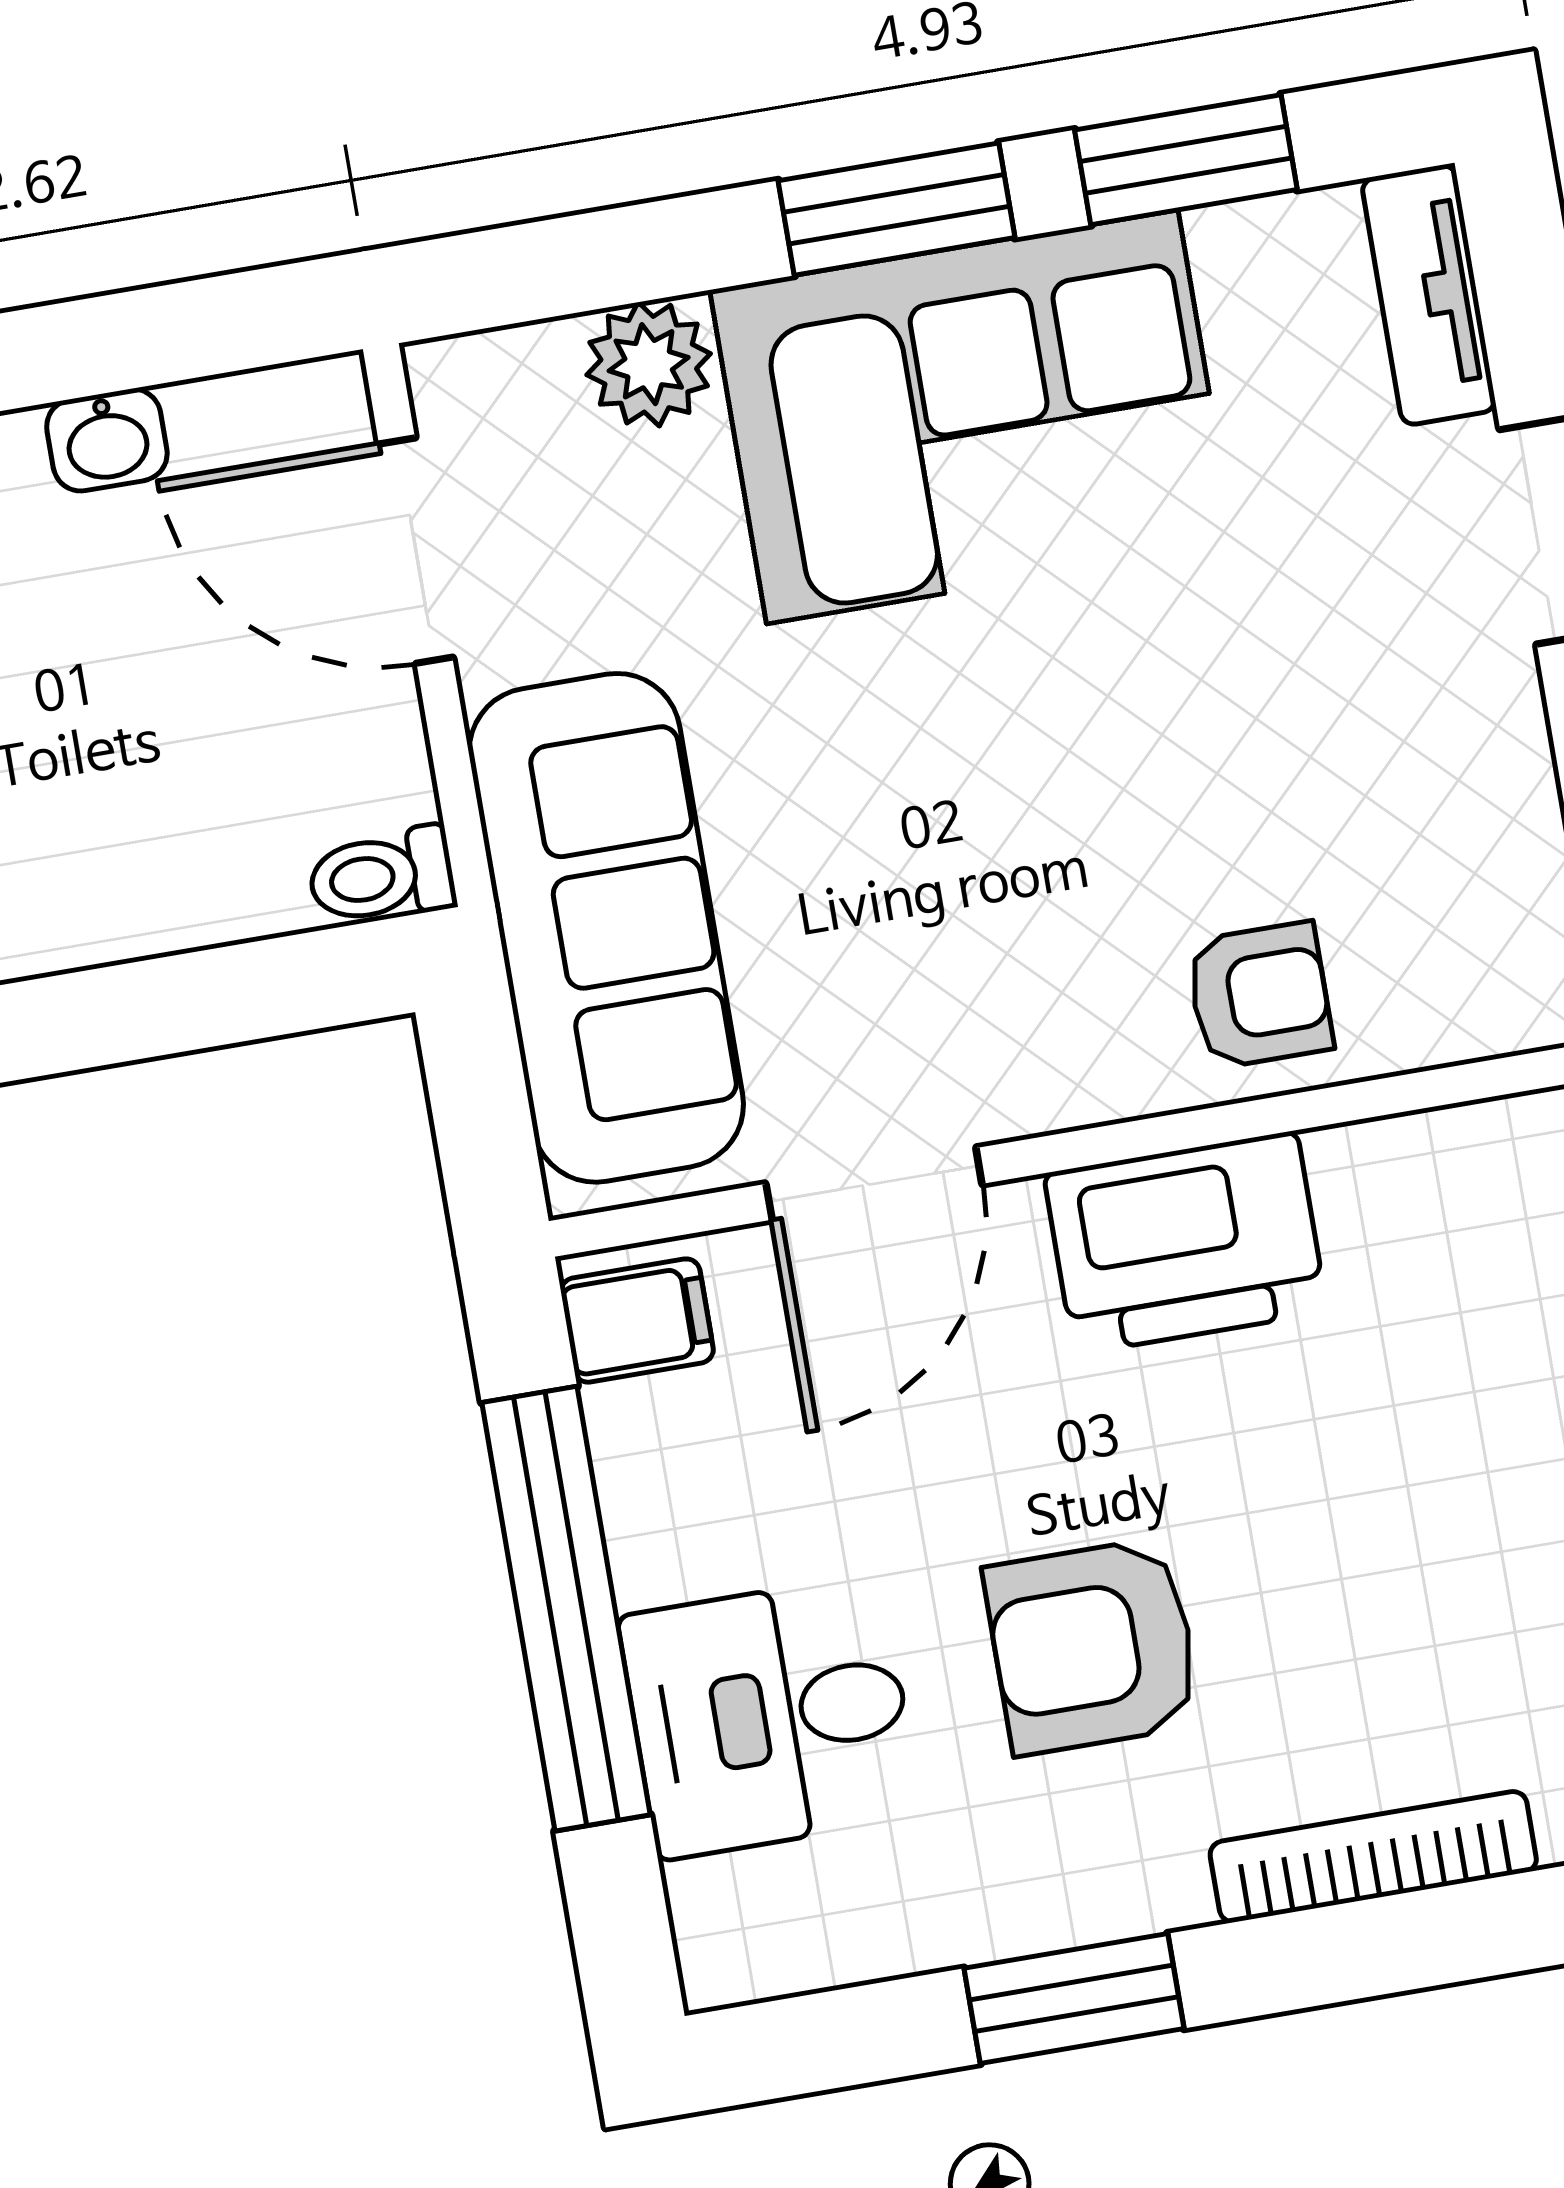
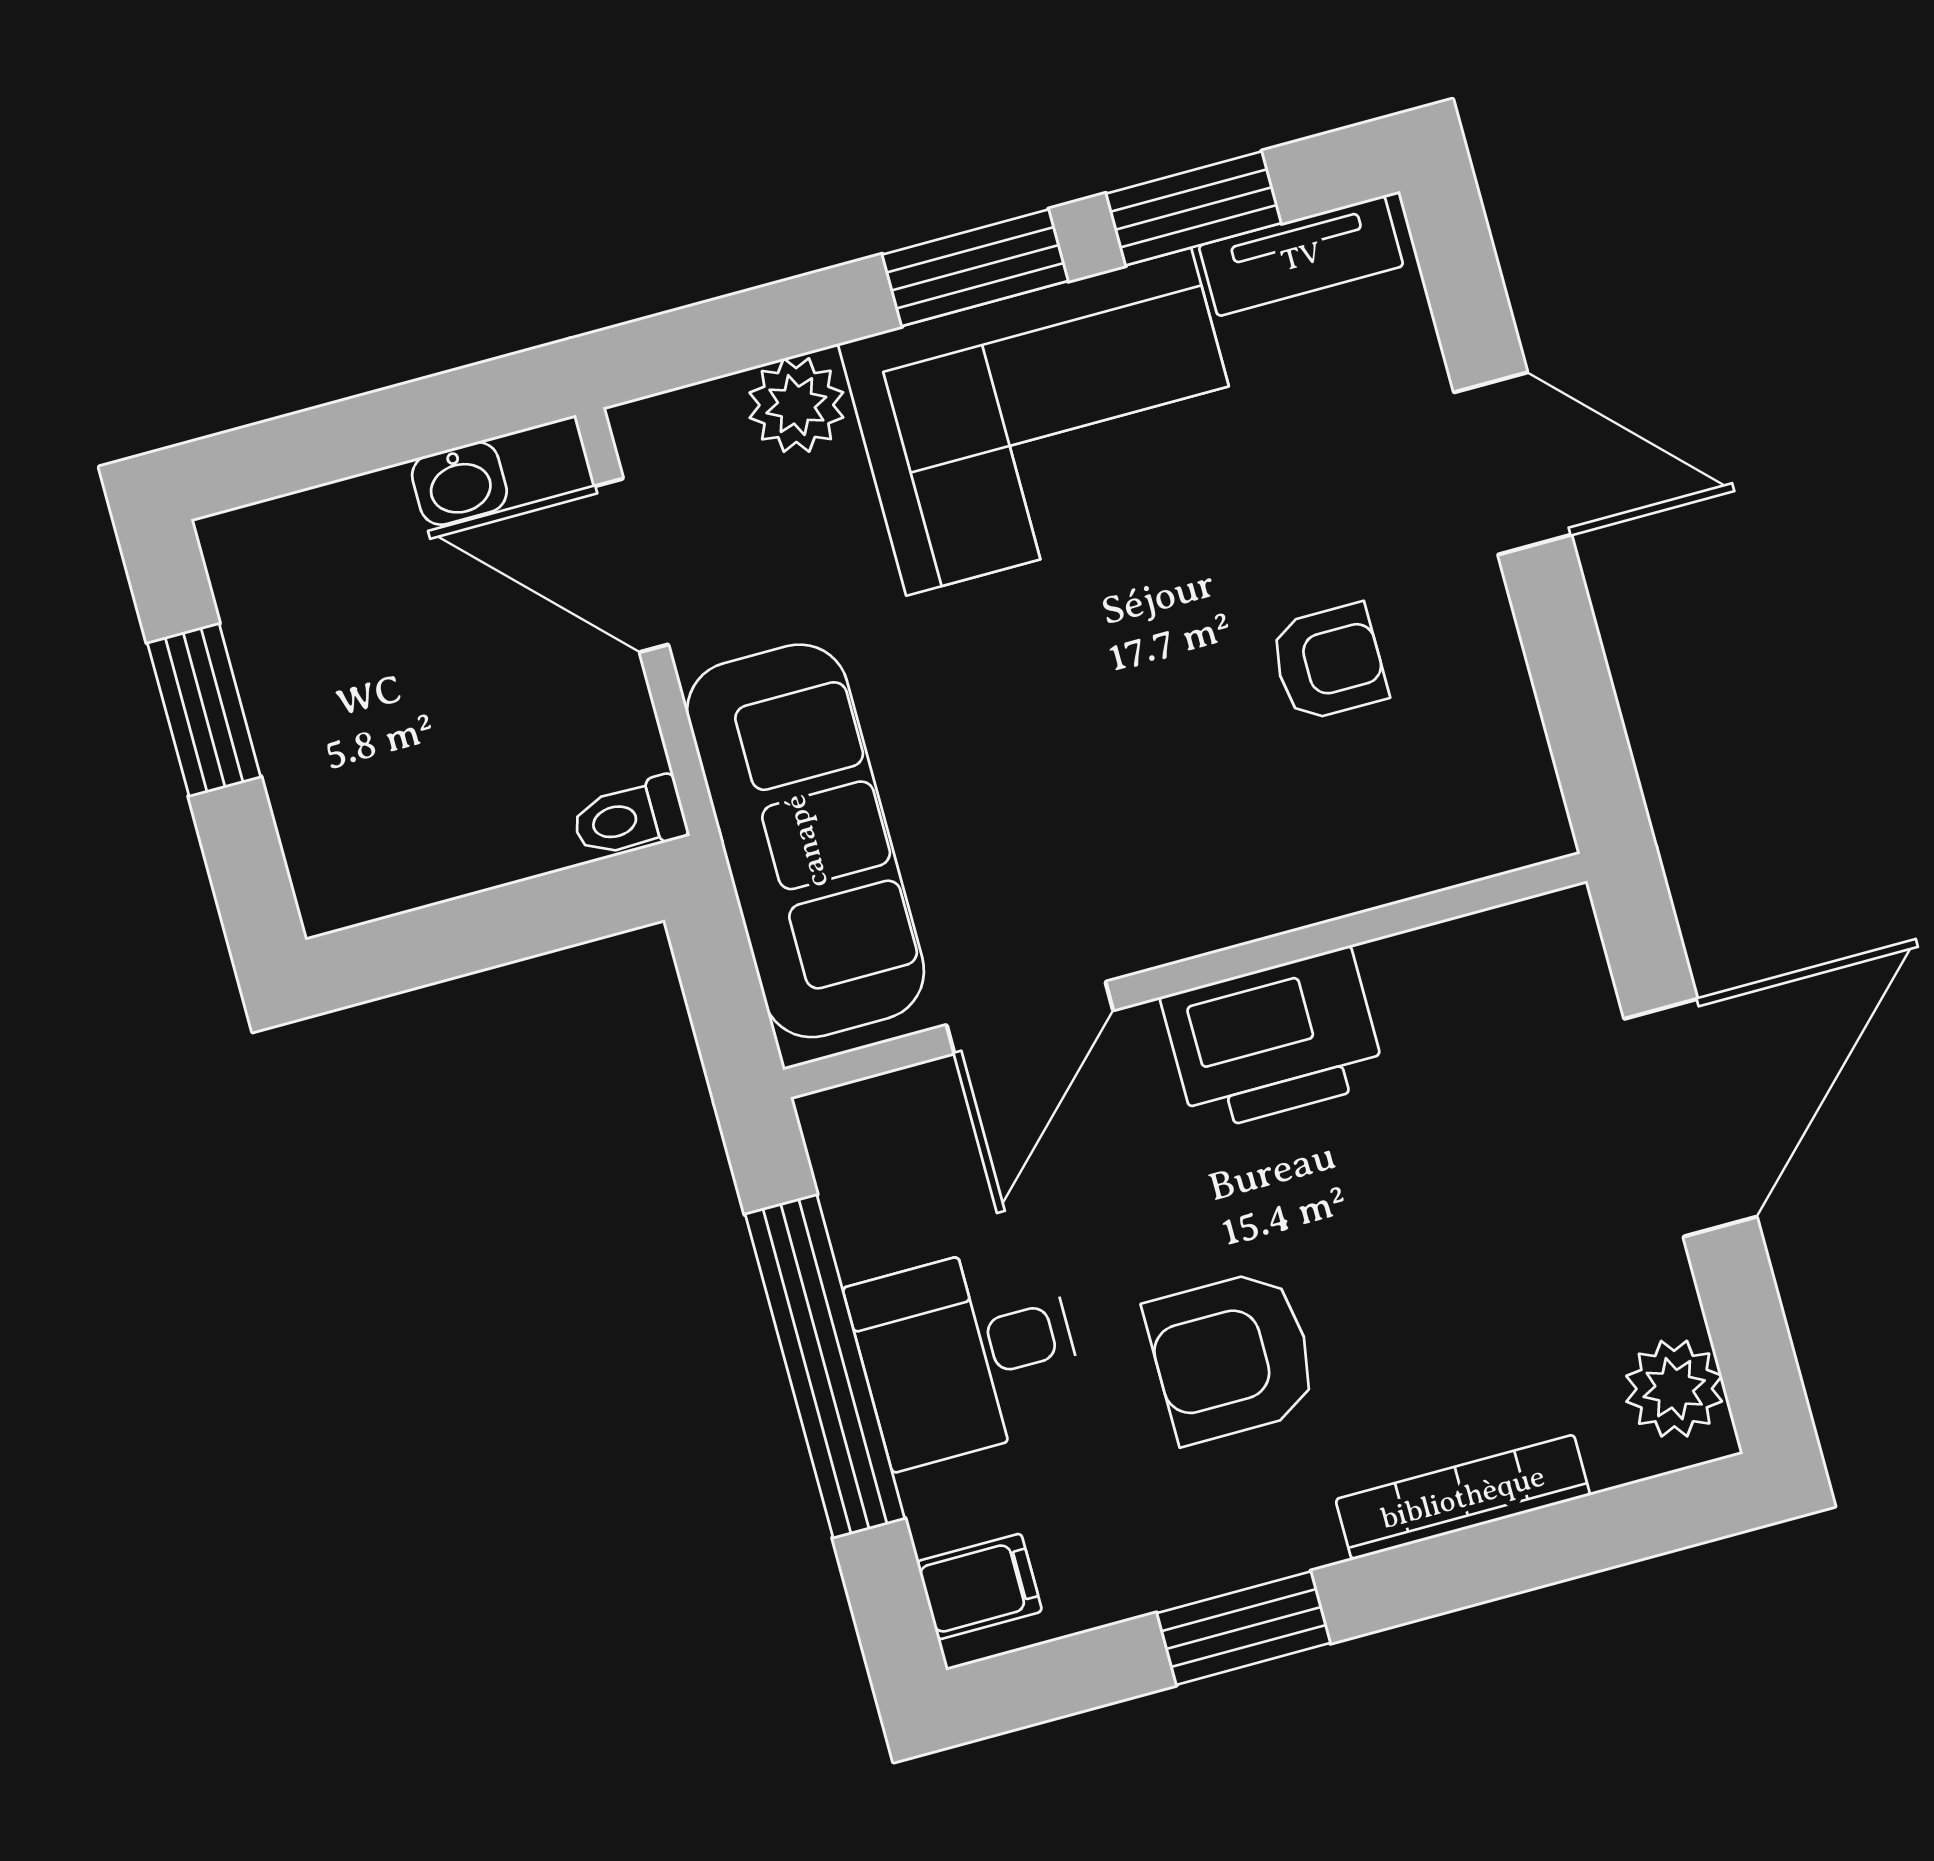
tv unit: (1429, 295) -> (1301, 256), moved, turned -90
washbasin: (107, 440) -> (459, 483), moved
armchair: (1259, 995) -> (1329, 662), moved
filing cabinet: (637, 1321) -> (979, 1586), moved
desk: (770, 1717) -> (967, 1353), moved

